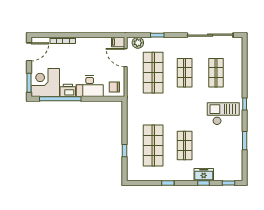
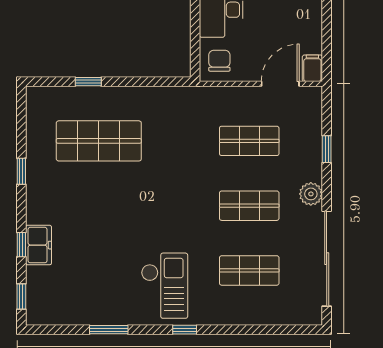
plant: (138, 43) -> (311, 194), moved
shop shelf: (153, 73) -> (249, 141), width x0.70, depth x0.74
shop shelf: (185, 145) -> (99, 206), removed

